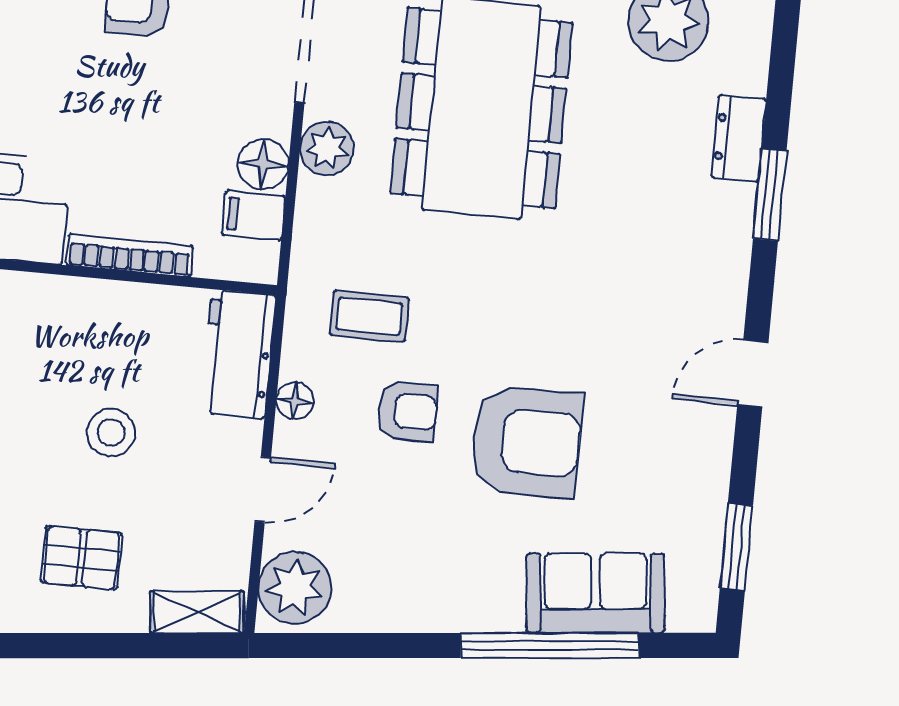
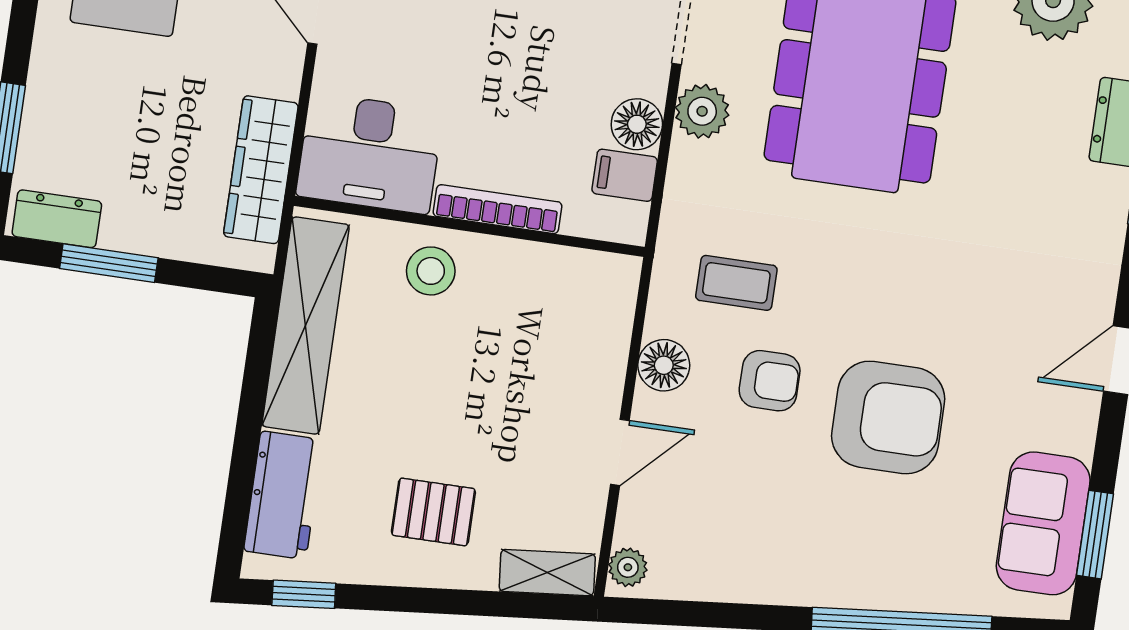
workbench: (238, 354) -> (602, 314), removed
floor lamp: (295, 401) -> (664, 365), width x1.37, depth x1.37
stool: (111, 433) -> (431, 271), moved
plant: (295, 588) -> (628, 567), width x0.53, depth x0.53
sofa: (595, 593) -> (1043, 523), moved, turned -85

